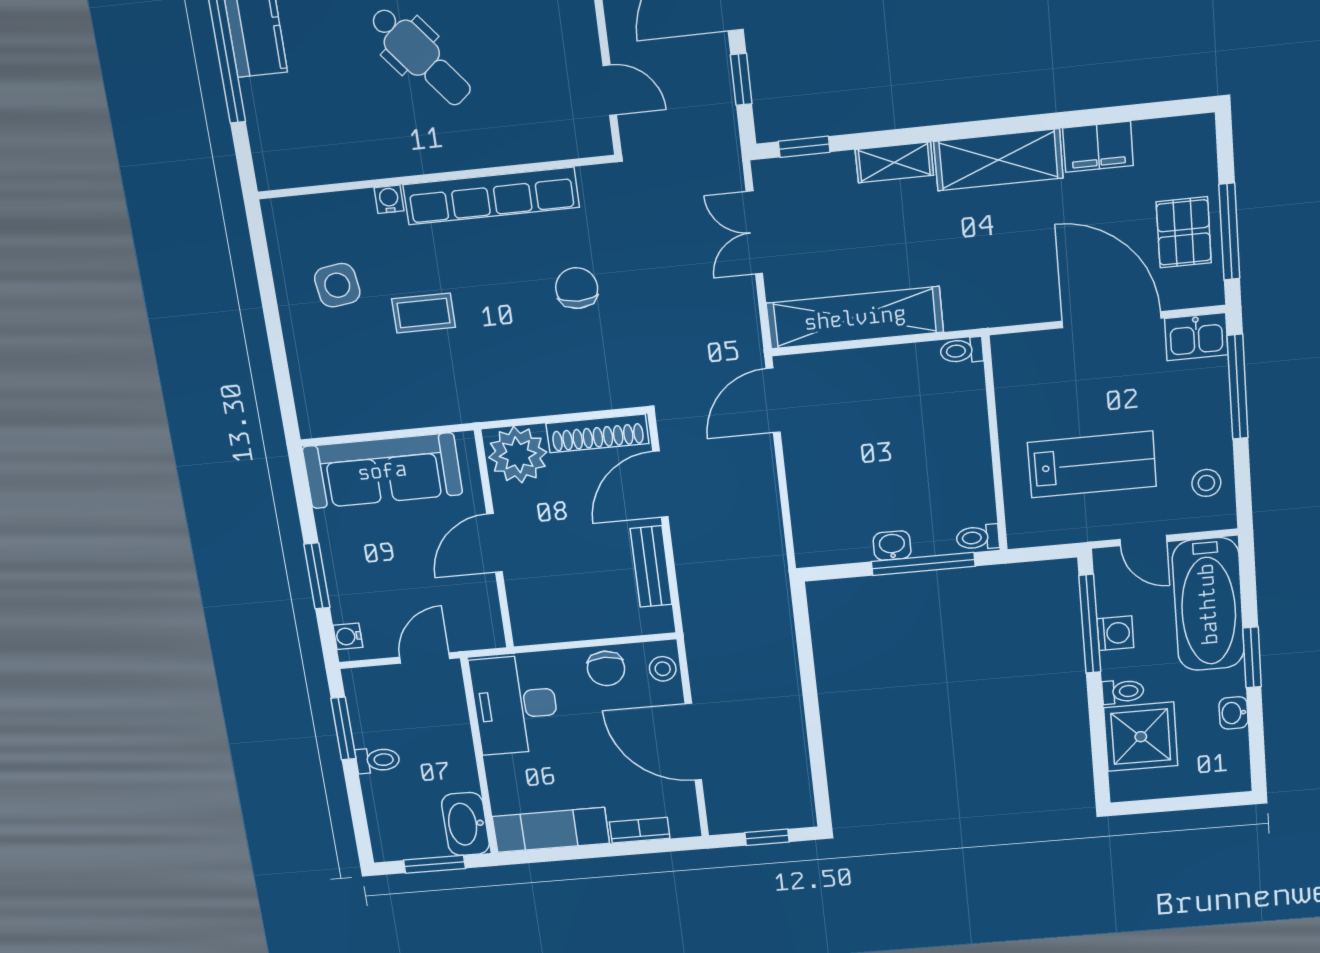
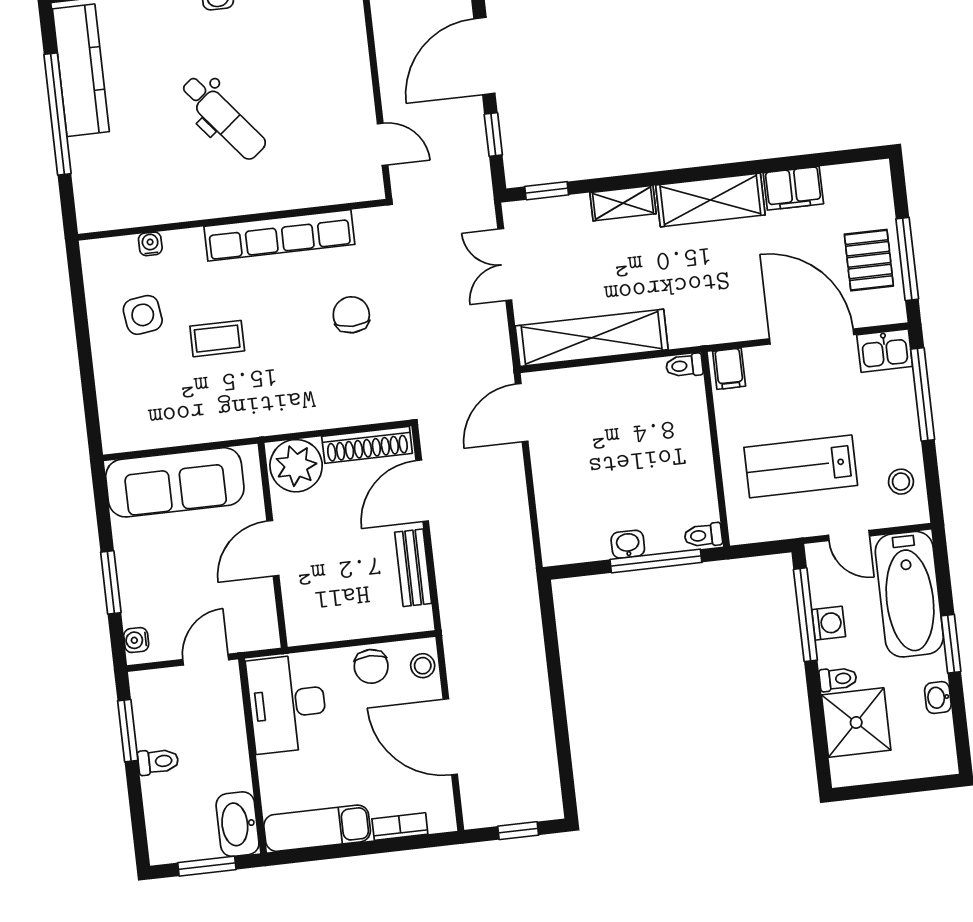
water cooler: (389, 199) -> (150, 244), moved
filing cabinet: (1014, 355) -> (729, 369), added
lab bench: (1092, 464) -> (801, 466), turned 180

